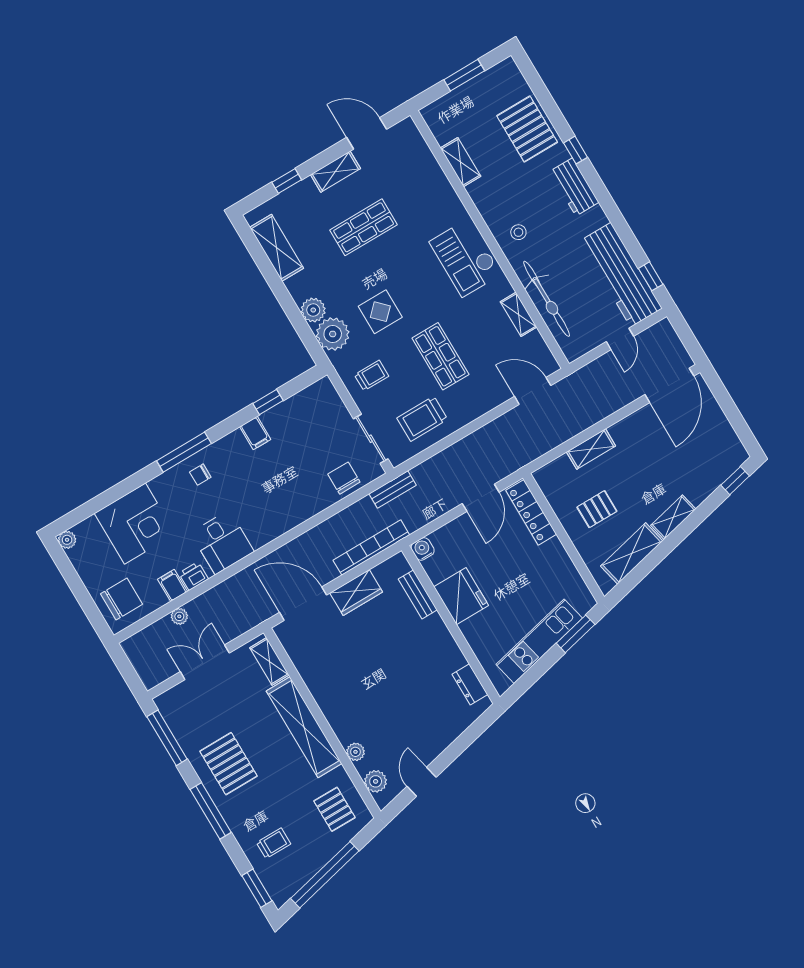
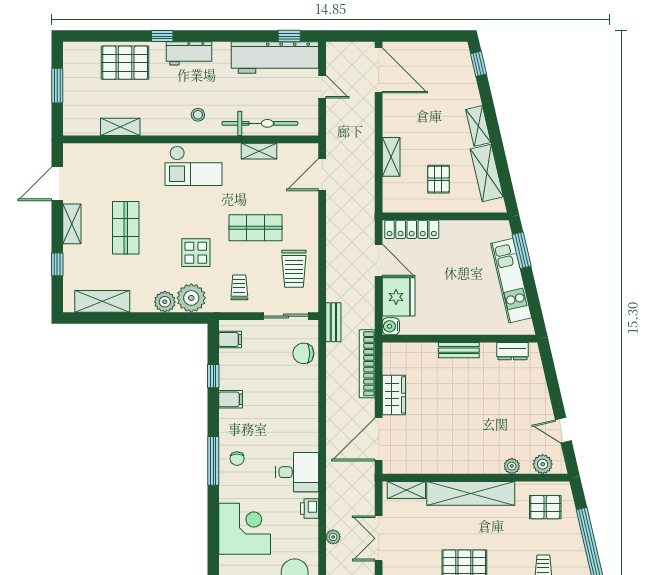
filing cabinet: (173, 585) -> (230, 339), moved, turned 180
bench: (418, 594) -> (459, 350), moved
fridge: (461, 596) -> (399, 297), moved, turned 90

